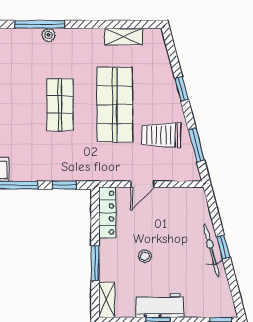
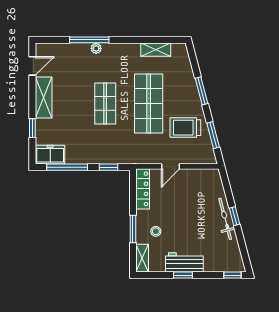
window: (182, 89) -> (201, 91), width x1.50
stool: (145, 256) -> (156, 231), moved

